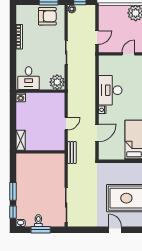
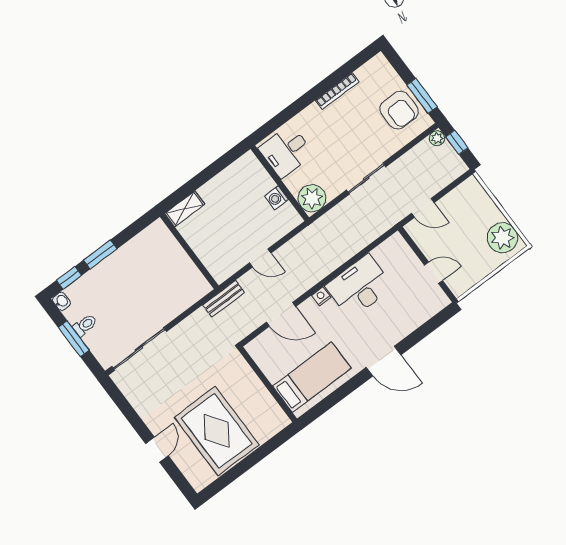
washing machine: (21, 97) -> (276, 198), moved

